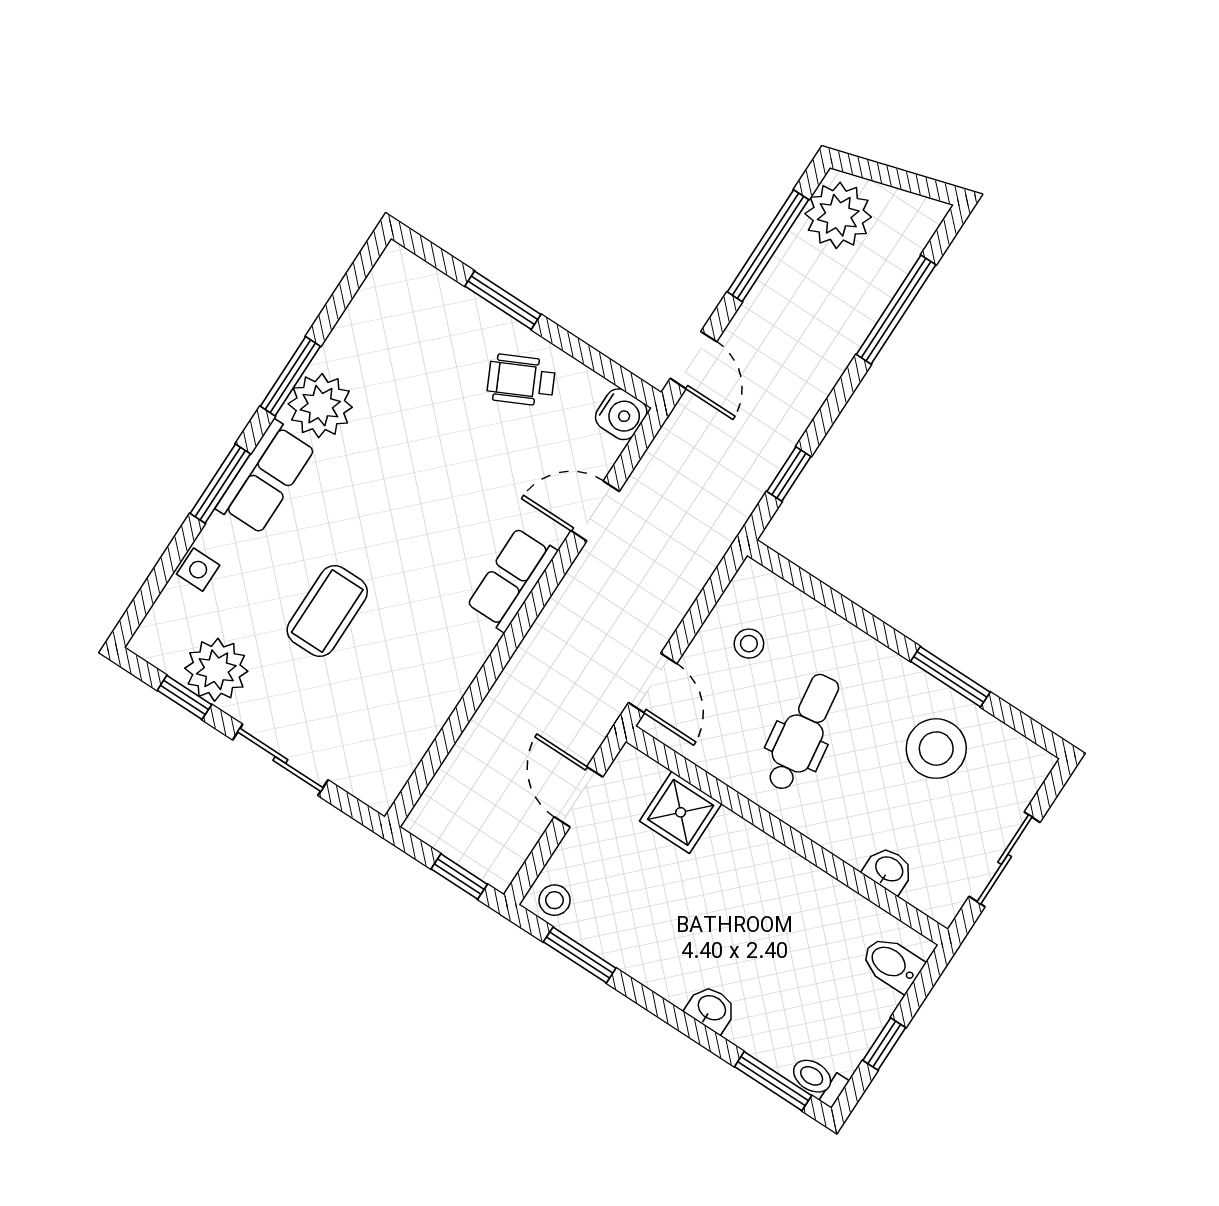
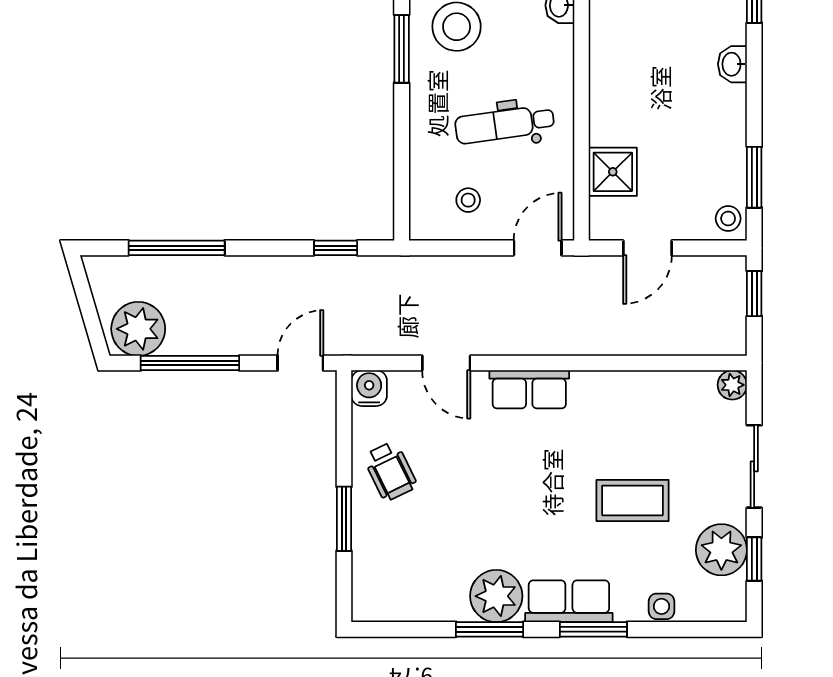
plant: (379, 792) -> (732, 385), added

